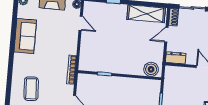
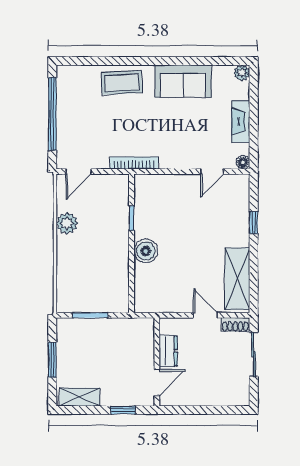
dresser: (176, 58) -> (168, 351), moved
boiler: (151, 69) -> (146, 251), moved
coffee table: (31, 89) -> (122, 83), moved

